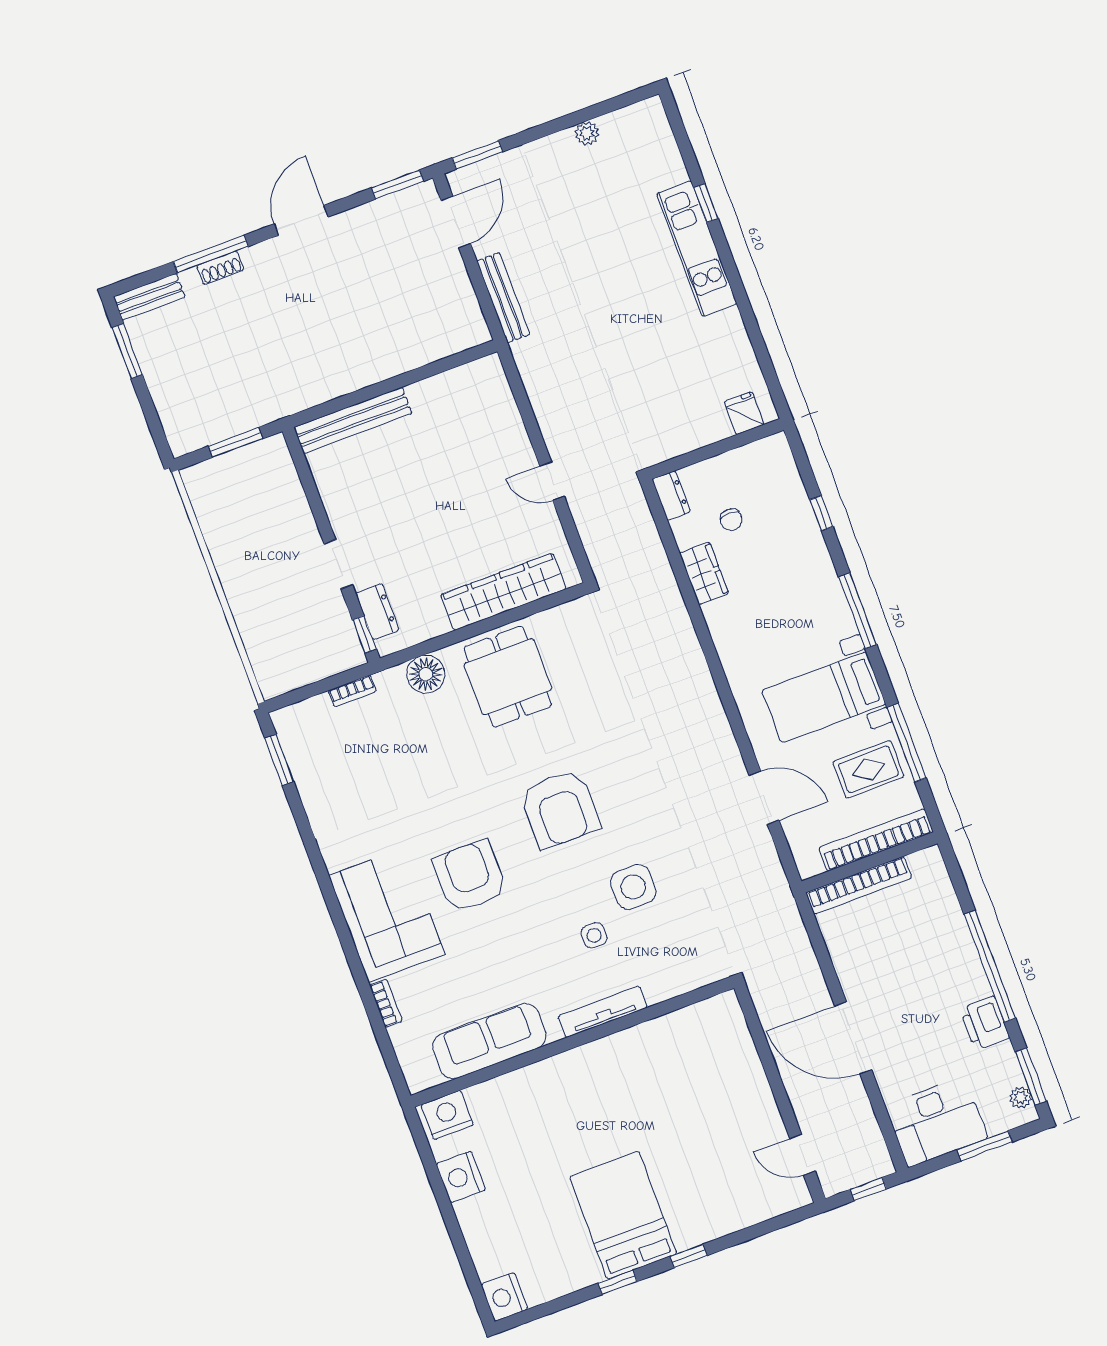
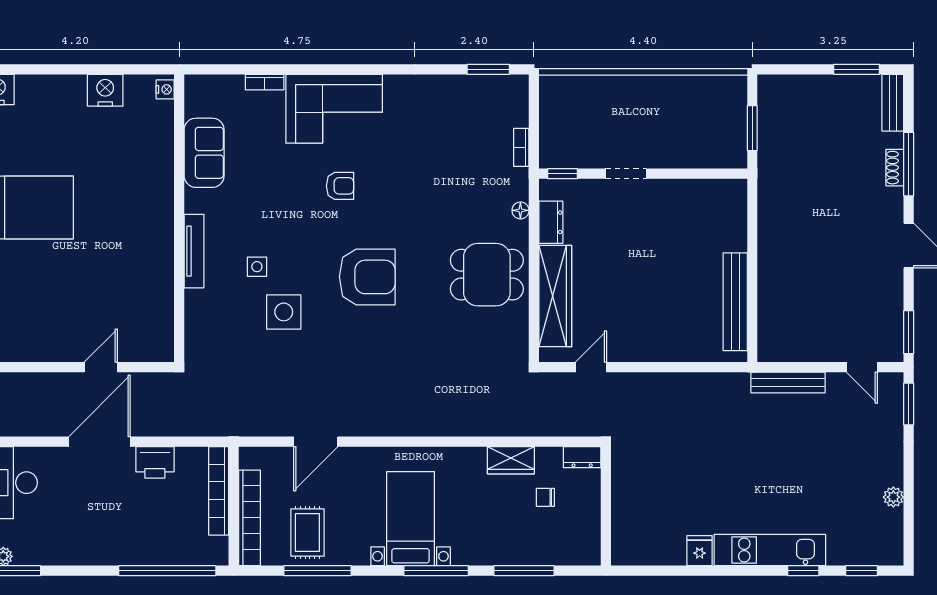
window: (682, 138) -> (862, 571), added
door: (456, 222) -> (862, 367), width x0.73
fridge: (744, 413) -> (700, 551), moved, turned -90
bench: (353, 420) -> (735, 302), moved
door: (552, 481) -> (591, 367), moved
window: (821, 513) -> (524, 571), width x2.17
dresser: (377, 612) -> (551, 222), moved, turned -90
floor lamp: (426, 674) -> (520, 210), width x0.53, depth x0.53
bed with nightstands: (824, 697) -> (411, 519), moved
armchair: (560, 809) -> (367, 277), turned 180
armchair: (470, 876) -> (340, 186), width x0.53, depth x0.53
window: (990, 966) -> (167, 571), moved
printer: (985, 1023) -> (155, 462), moved, turned 180
sofa: (489, 1041) -> (204, 153), width x0.73
nightstand: (447, 1115) -> (165, 89), width x0.53, depth x0.56
door: (803, 1155) -> (101, 367), moved

